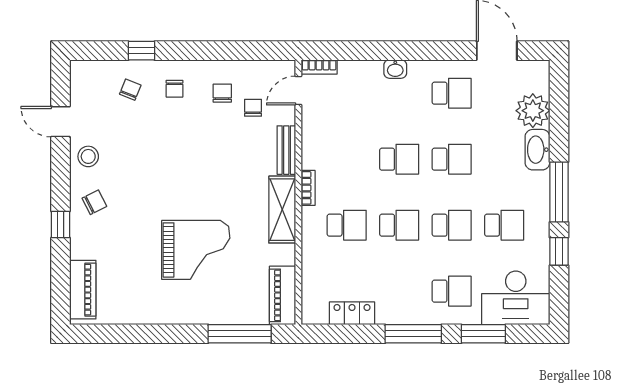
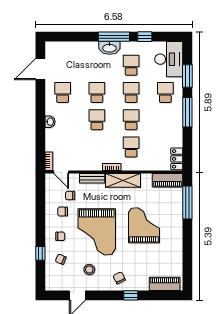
plant: (533, 111) -> (72, 50), removed
washbasin: (537, 150) -> (109, 48), moved
stool: (88, 156) -> (89, 270), moved
grand piano: (183, 159) -> (97, 232), added
locker: (352, 313) -> (177, 159), moved

